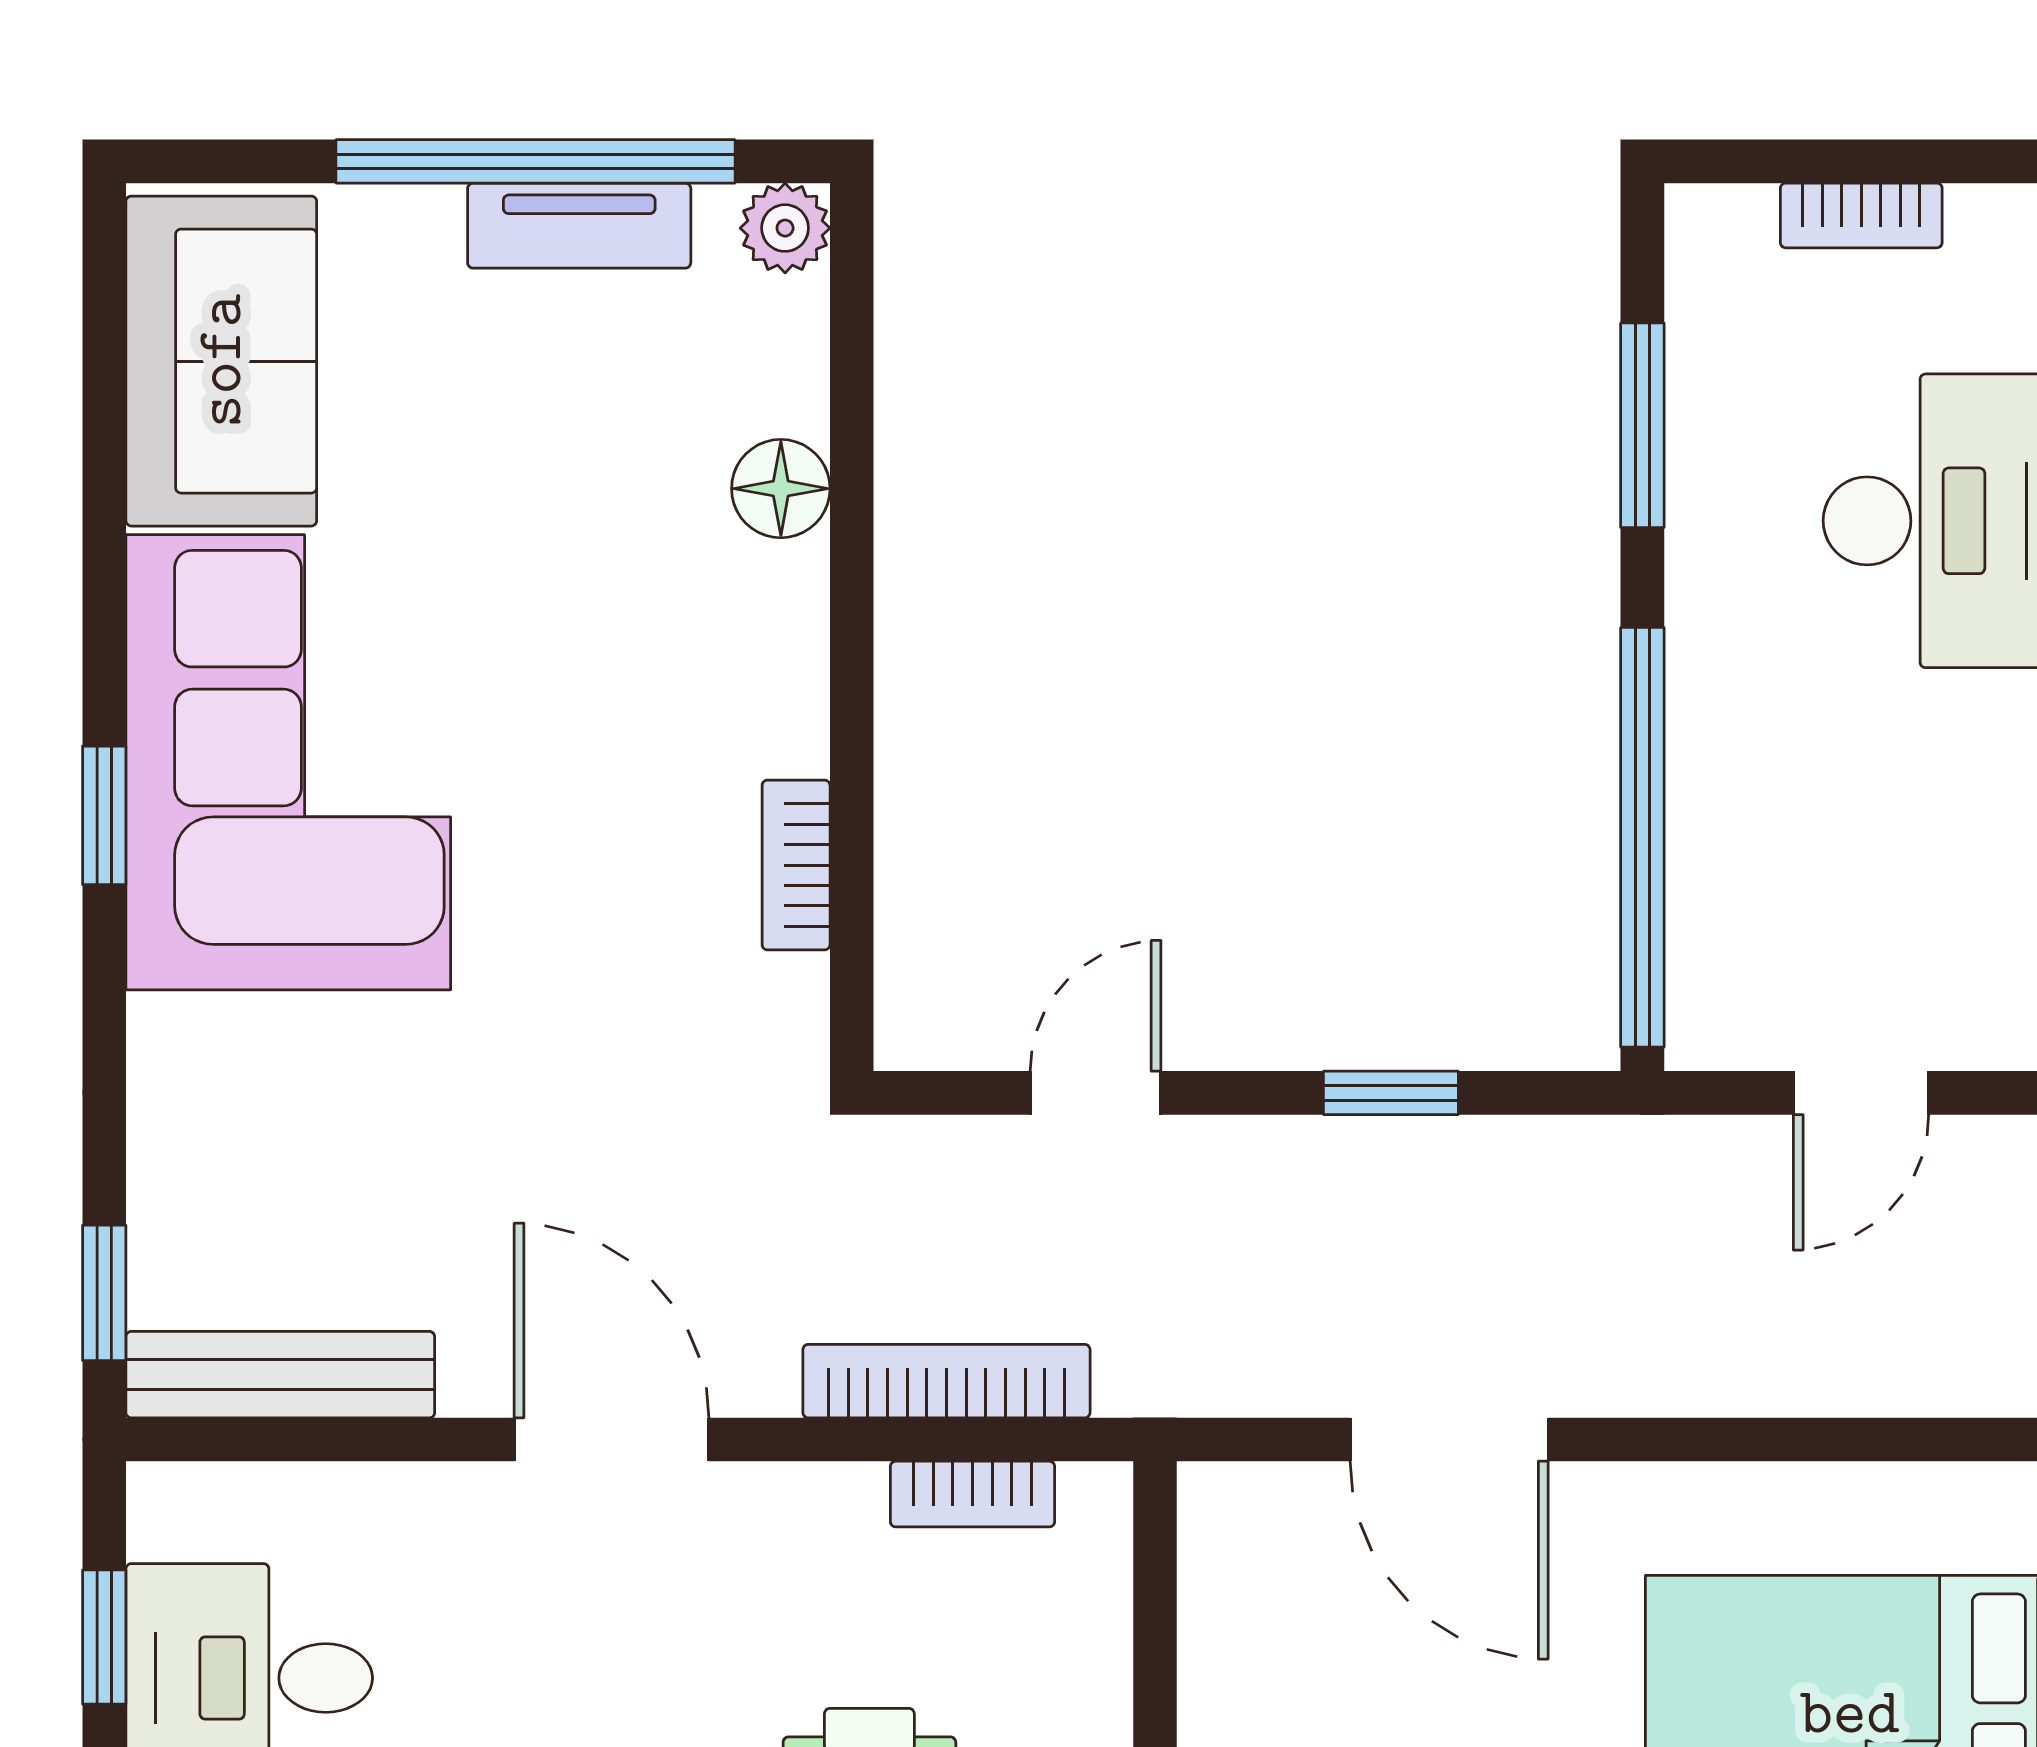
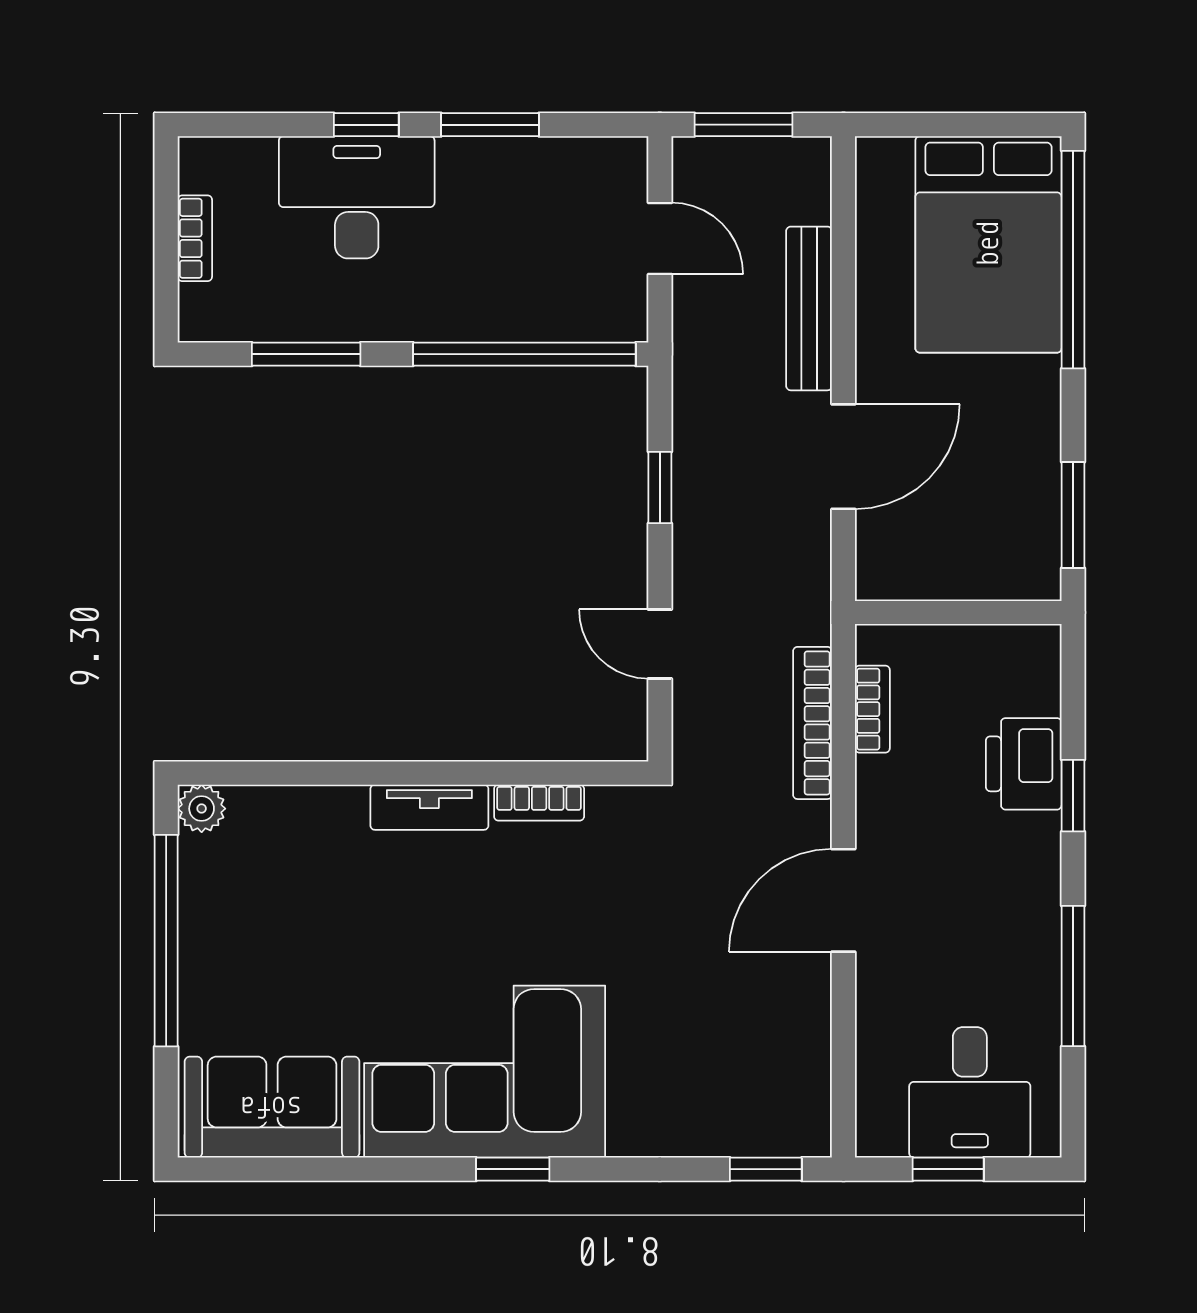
tv unit: (579, 226) -> (429, 807), moved, turned 90
floor lamp: (781, 489) -> (340, 811), removed
bench: (280, 1375) -> (809, 308), moved

